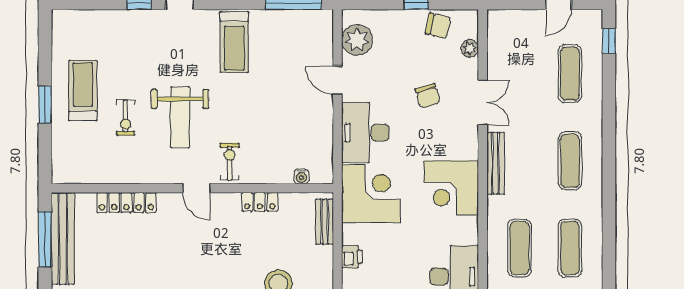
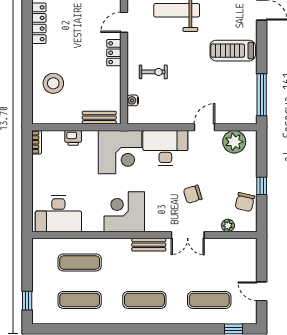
exercise bike: (230, 162) -> (153, 72), moved
bench: (496, 163) -> (149, 245), width x0.73
locker: (260, 202) -> (114, 53), moved

